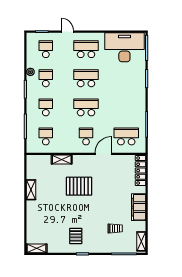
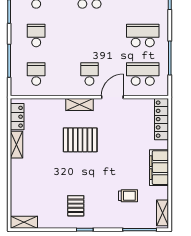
school desk: (86, 107) -> (143, 35), moved
shelving: (62, 160) -> (79, 105), moved
locker: (31, 169) -> (17, 117), added

